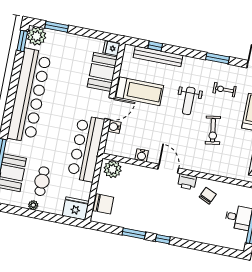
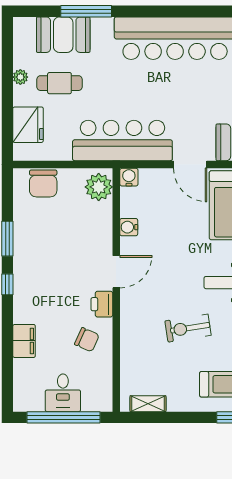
water cooler: (114, 127) -> (129, 177), moved
fridge: (76, 208) -> (28, 125), moved
filing cabinet: (201, 236) -> (24, 341), added

